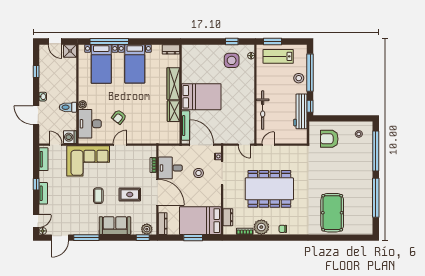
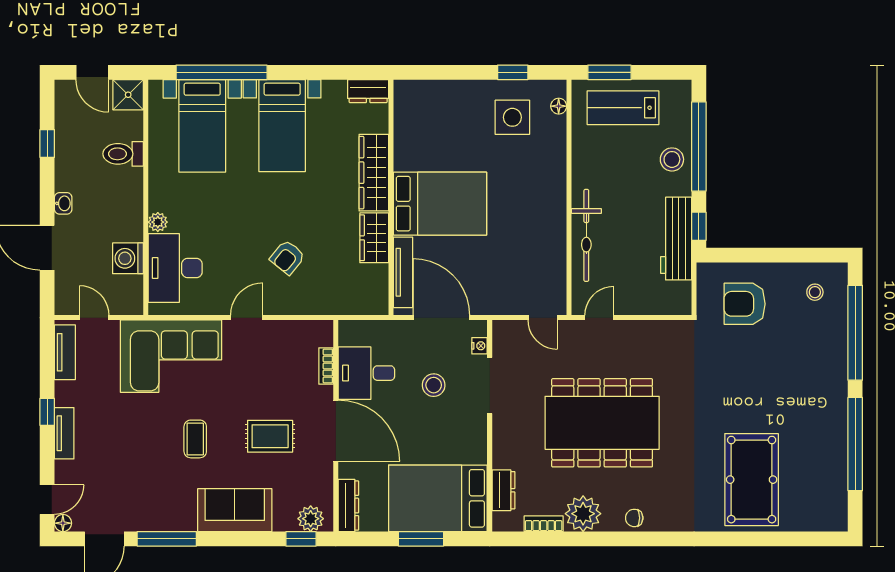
toilet: (68, 107) -> (123, 154), moved
armchair: (119, 117) -> (287, 257), moved
washing machine: (70, 137) -> (128, 258), moved

